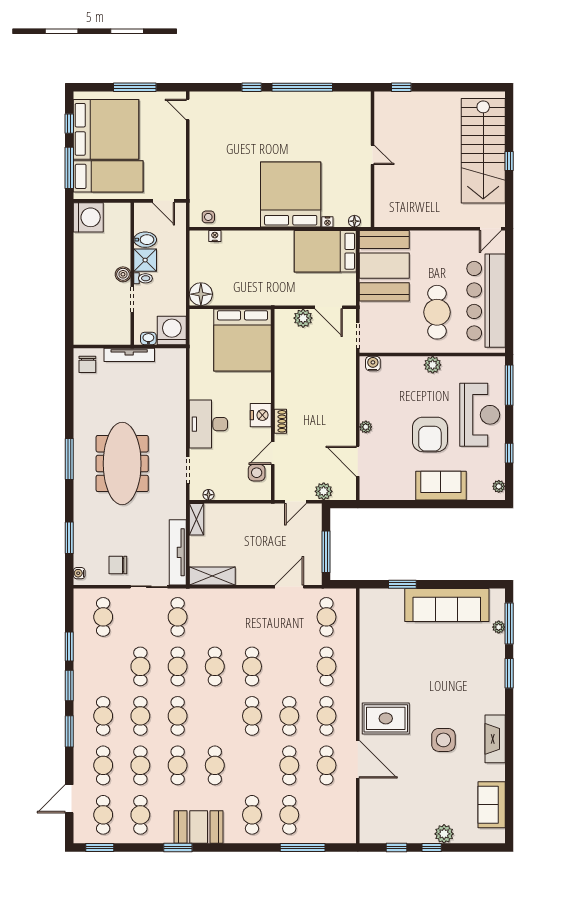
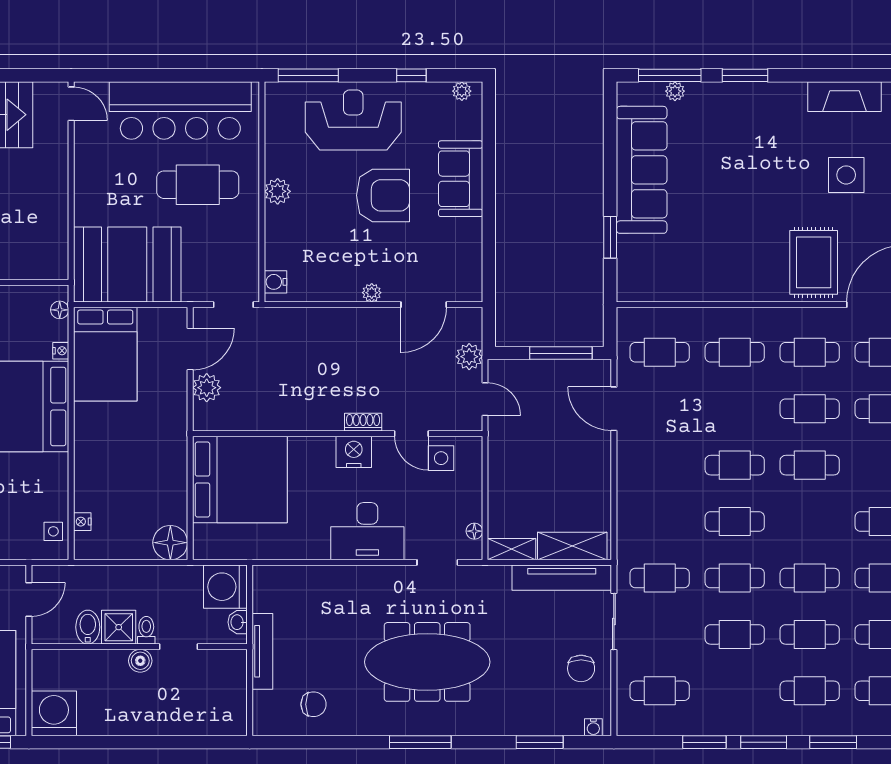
chair: (87, 364) -> (313, 704), moved
shelving: (212, 576) -> (572, 546), moved, turned 90

